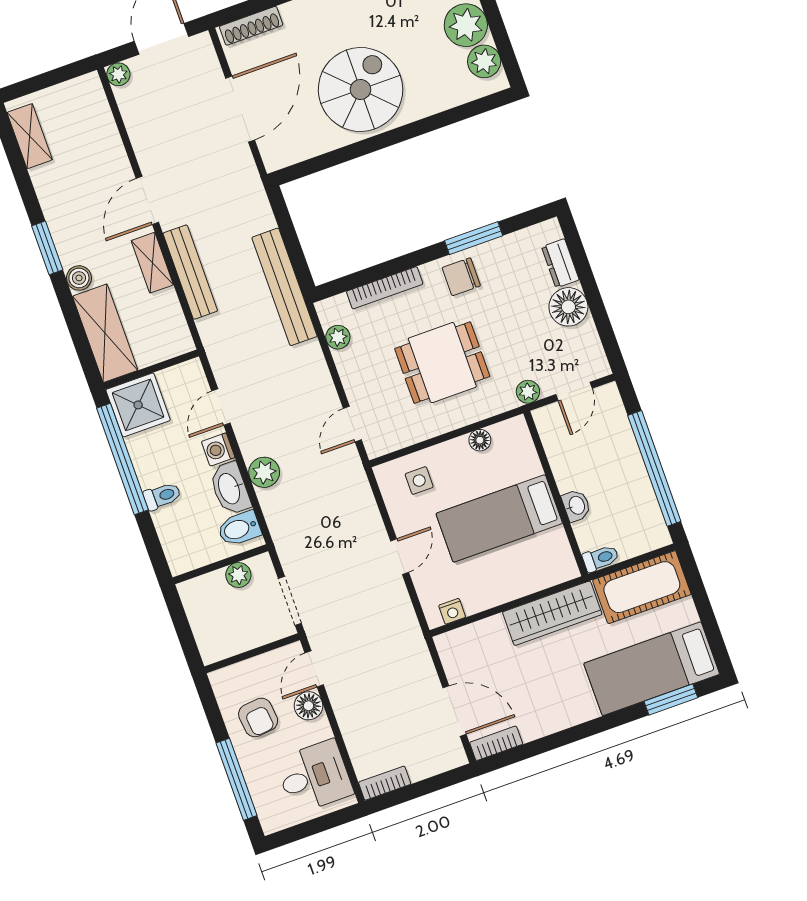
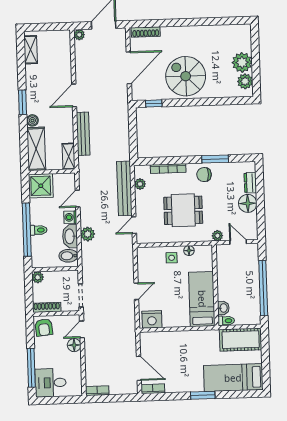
spiral stairs: (361, 89) -> (186, 76), turned -90
window: (314, 165) -> (154, 103), added
shelving: (152, 263) -> (69, 156), moved
bench: (284, 287) -> (124, 188), moved
door: (574, 391) -> (238, 242), swing flipped
window: (122, 459) -> (27, 230), moved
side table: (419, 481) -> (172, 258), moved
washbasin: (576, 506) -> (223, 308), moved
bed: (499, 518) -> (202, 299), moved, turned 90
plant: (238, 575) -> (38, 277), moved
nightstand: (452, 611) -> (152, 319), width x1.89, depth x1.79
wardrobe: (552, 613) -> (197, 339), removed
shoe rack: (229, 647) -> (47, 307), added
window: (671, 699) -> (203, 395), moved
armchair: (258, 717) -> (44, 327), moved
desk: (314, 777) -> (51, 383), moved, turned 180

